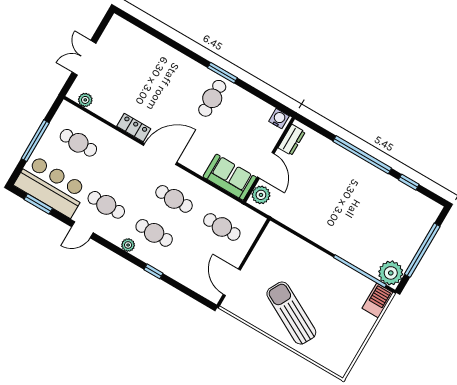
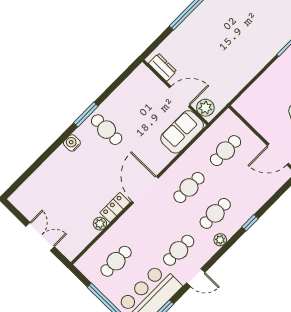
double door: (84, 58) -> (40, 236), swing flipped
plant: (85, 100) -> (100, 224), moved
water cooler: (279, 119) -> (72, 143), moved
door: (82, 230) -> (196, 278), hinge flipped

